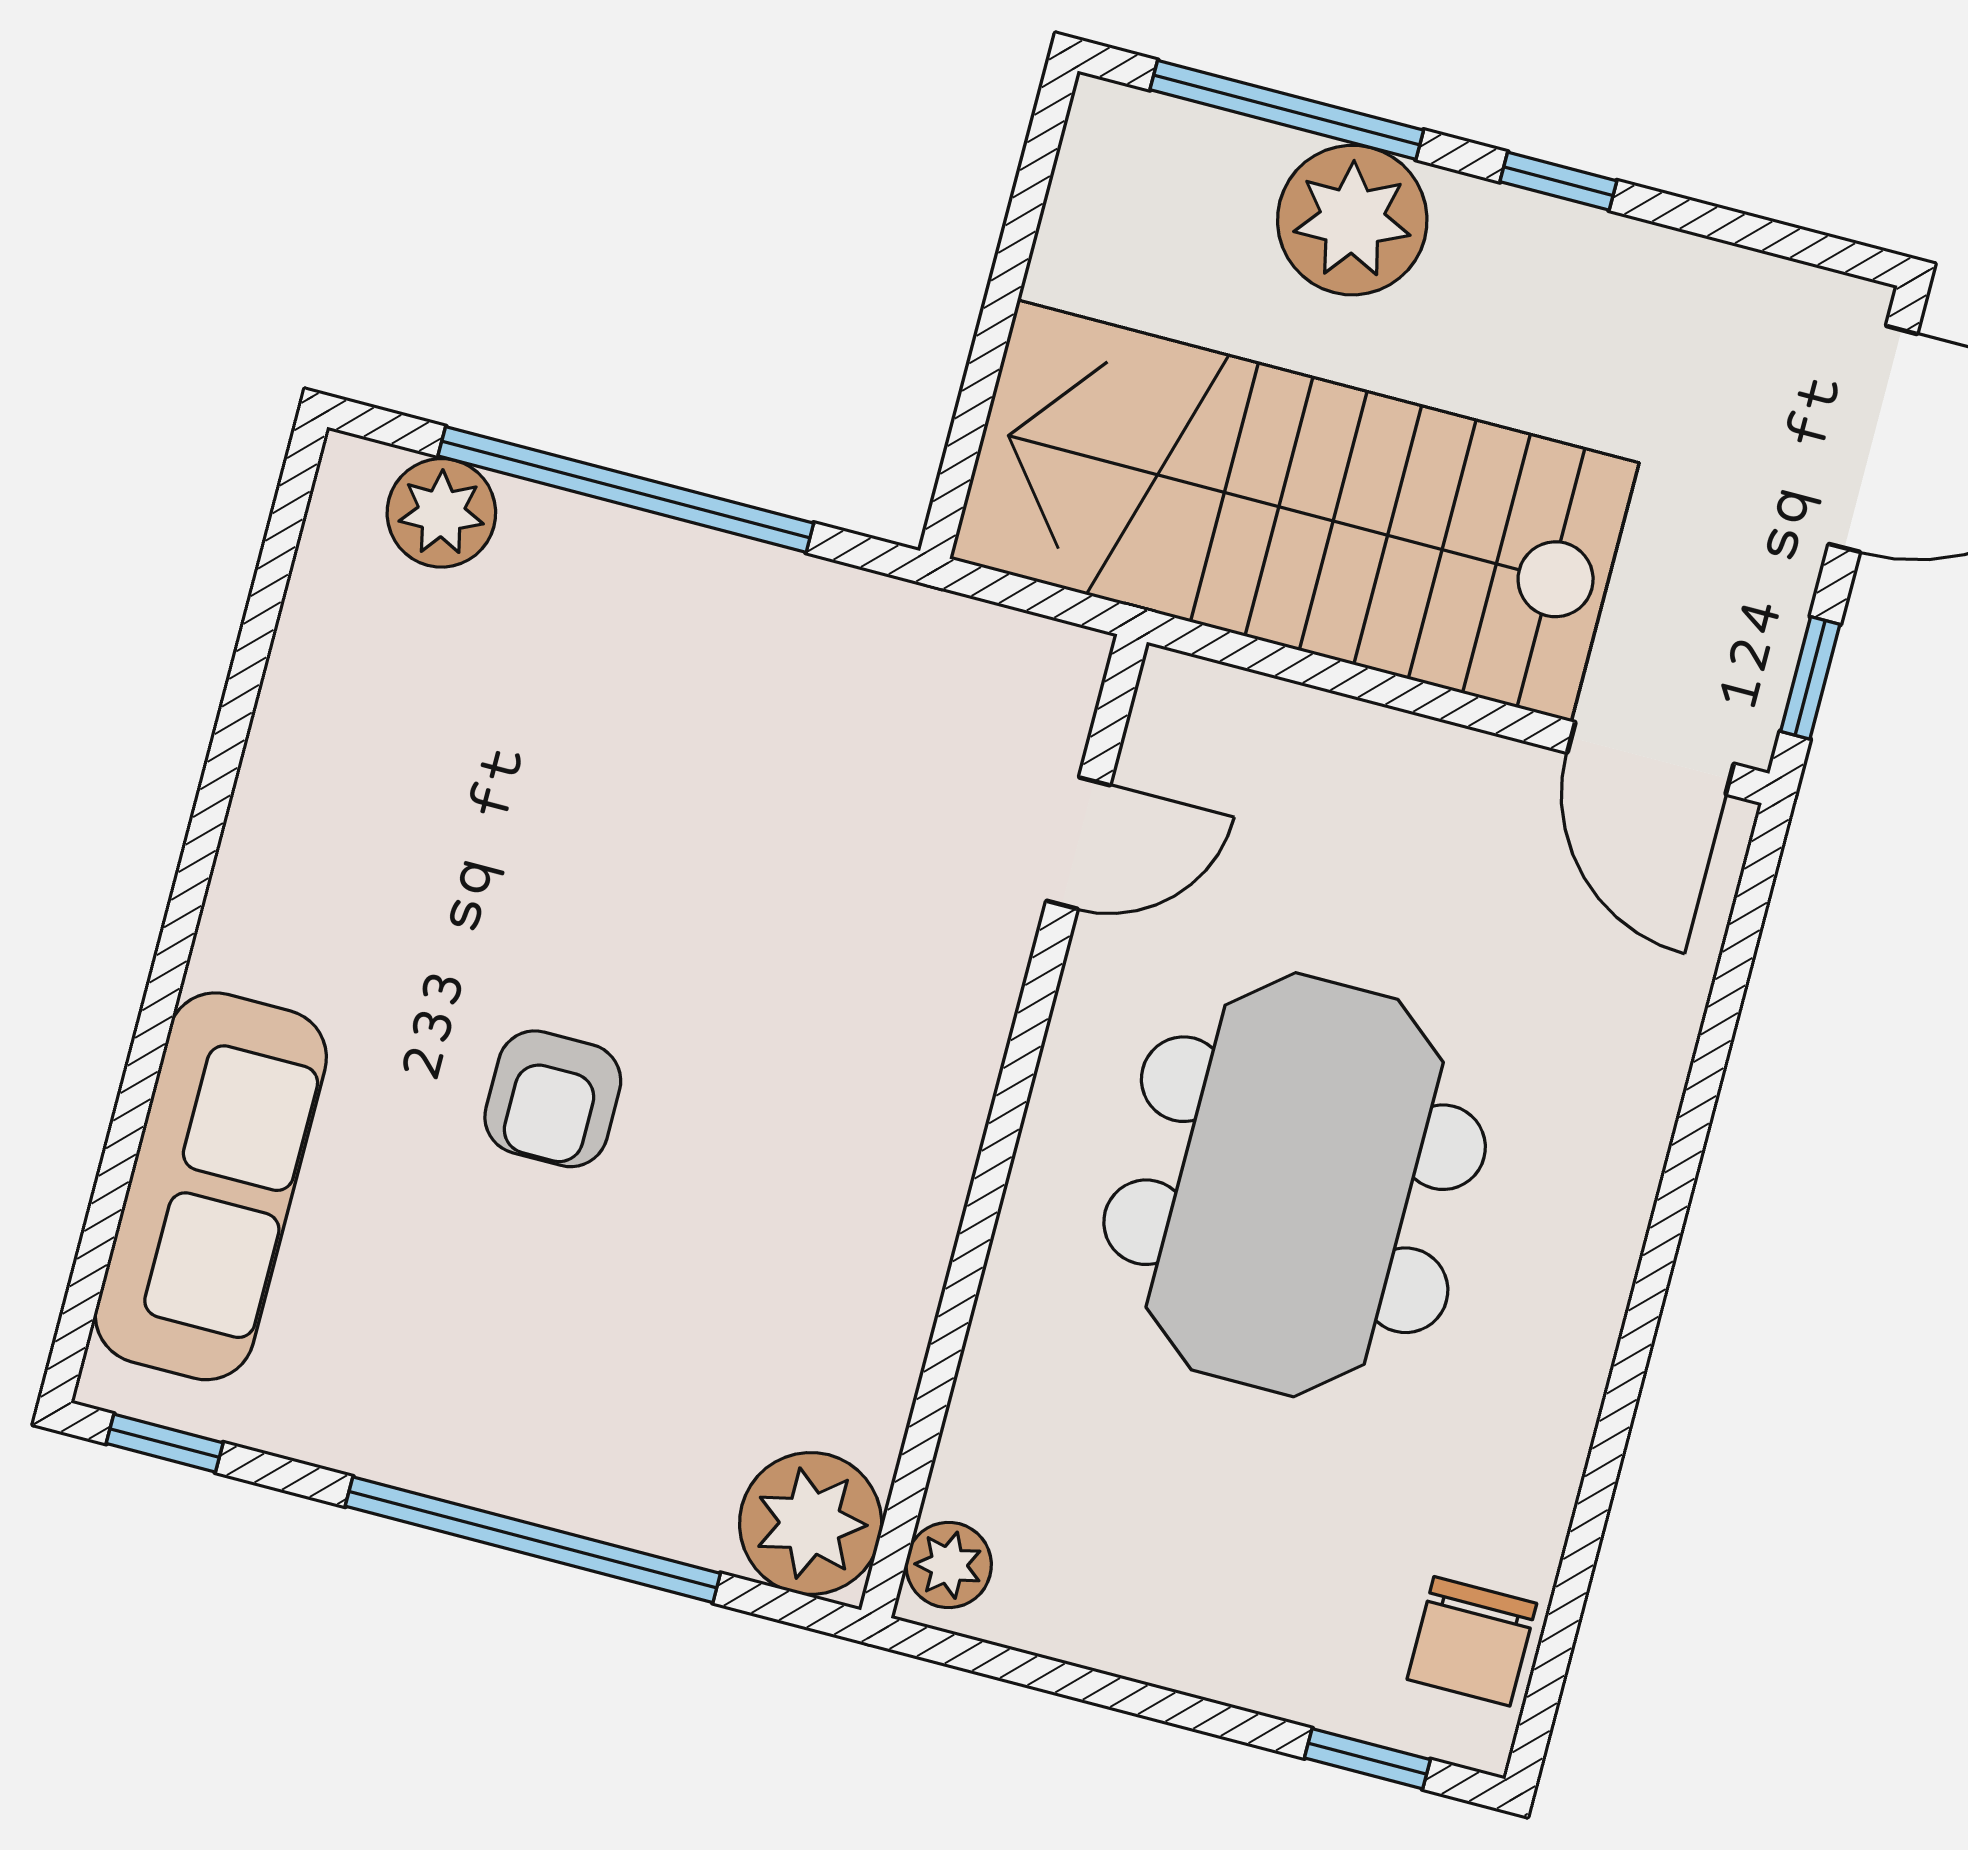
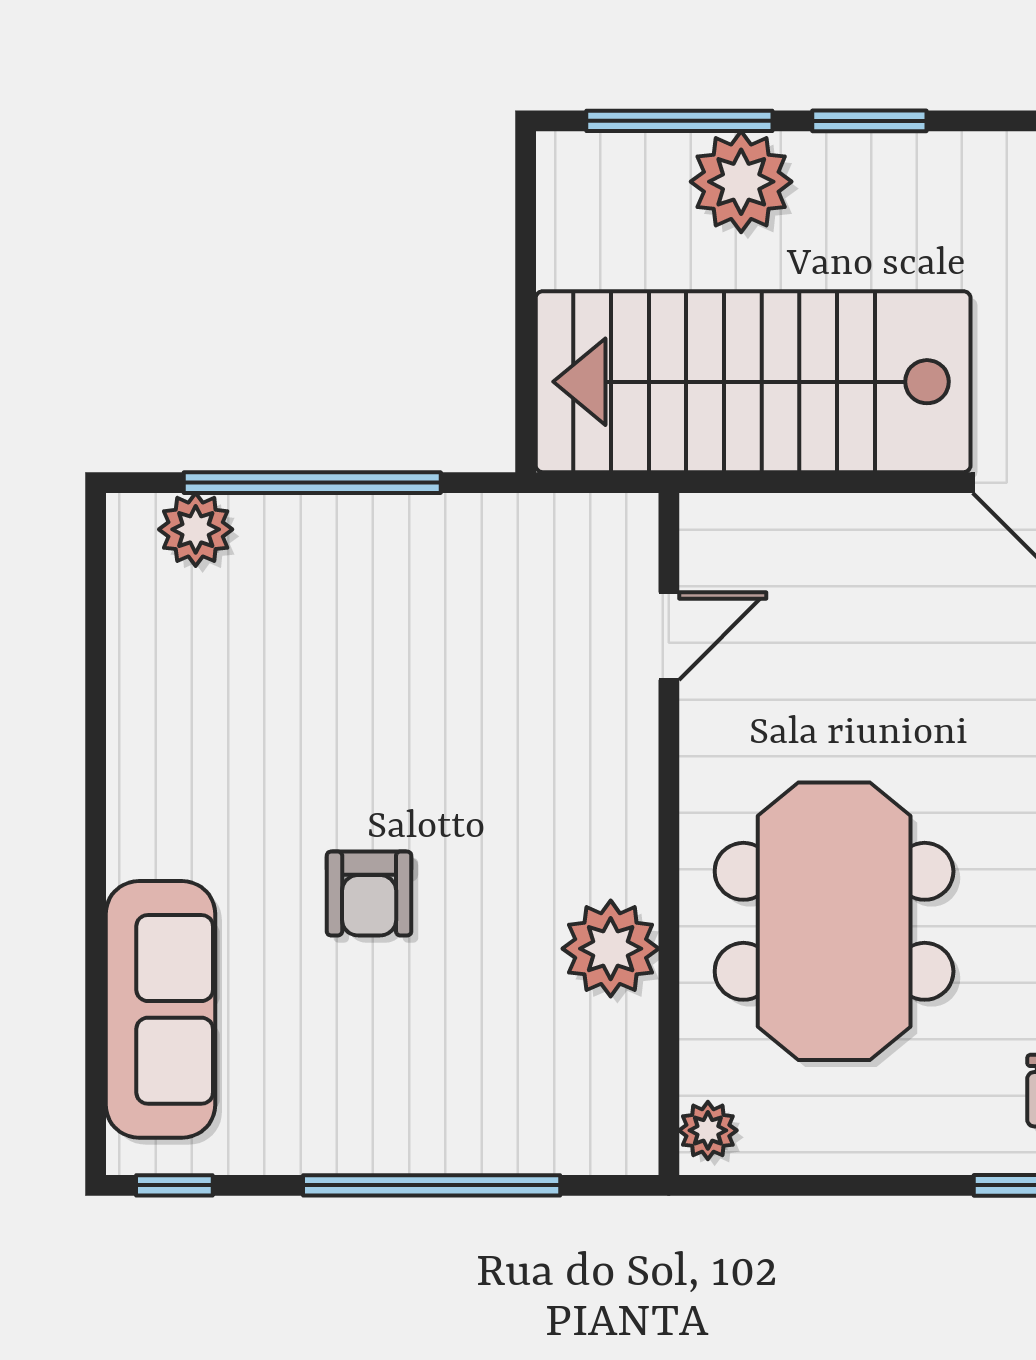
window: (1558, 181) -> (869, 121), width x1.50
meeting table: (1295, 1185) -> (834, 921), moved
plant: (811, 1523) -> (611, 949), moved

